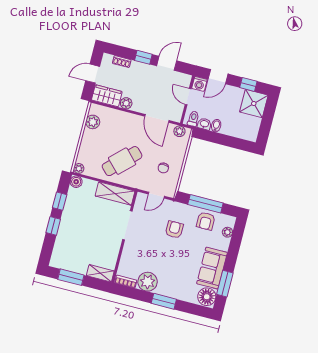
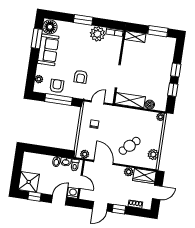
cafe table: (122, 161) -> (130, 146), moved, width x0.73, depth x0.74
boiler: (76, 182) -> (150, 105), moved

